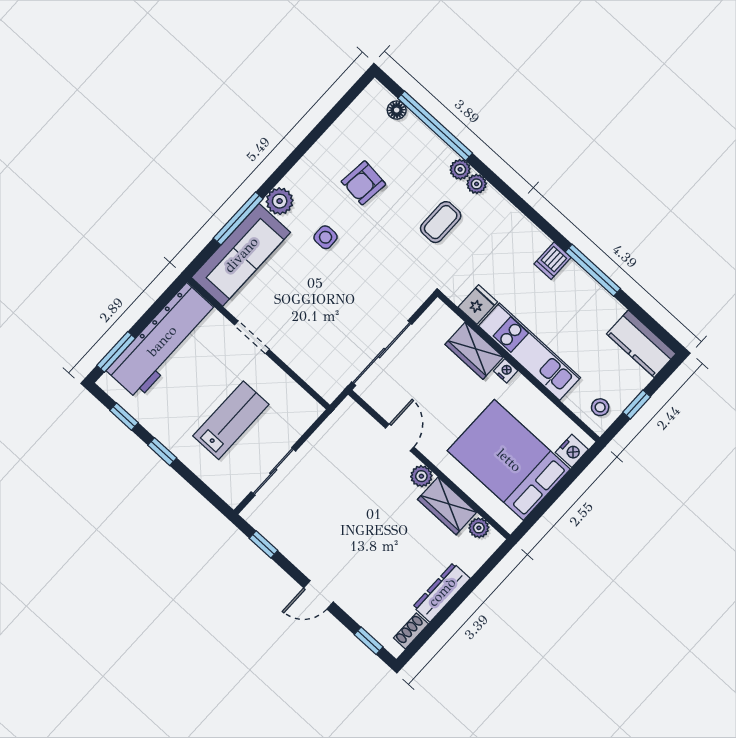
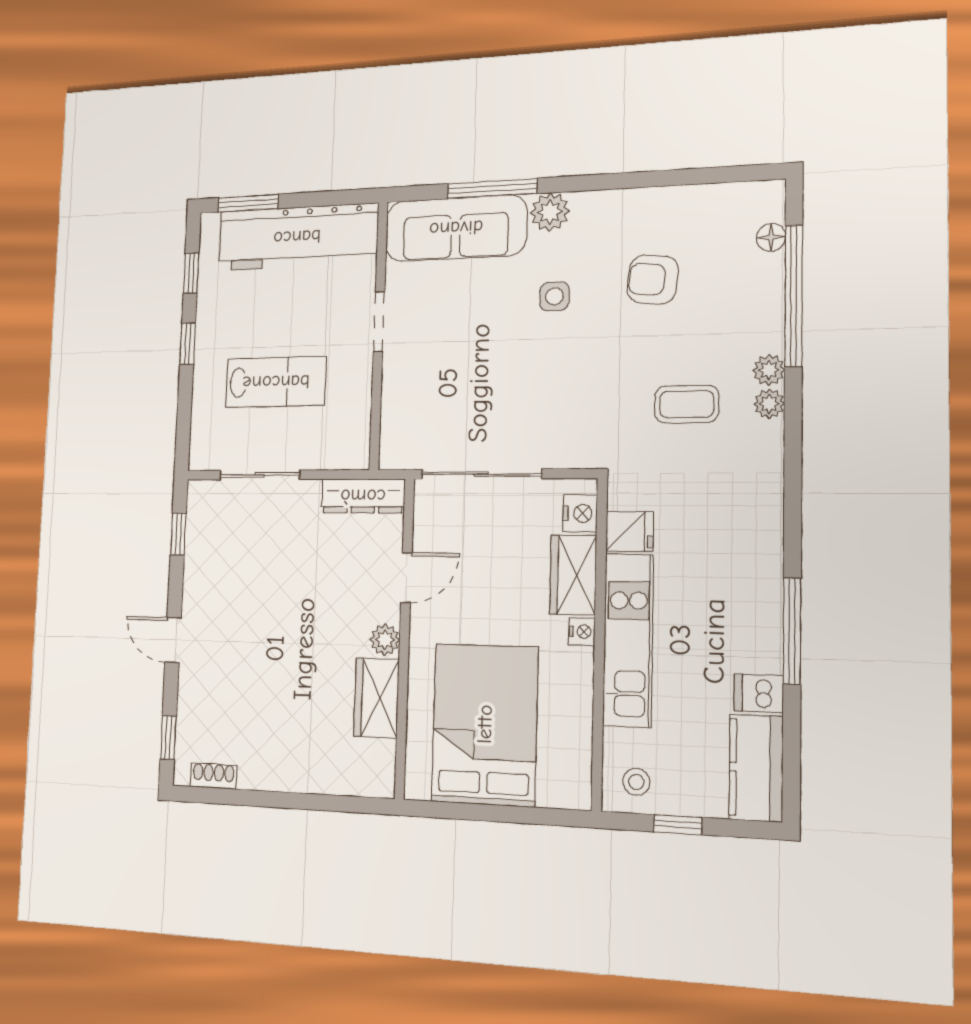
dishwasher: (553, 261) -> (759, 693), moved
nightstand: (572, 451) -> (580, 513), moved, turned -90
plant: (479, 528) -> (382, 756), removed
dresser: (442, 592) -> (363, 496), moved, turned 180

